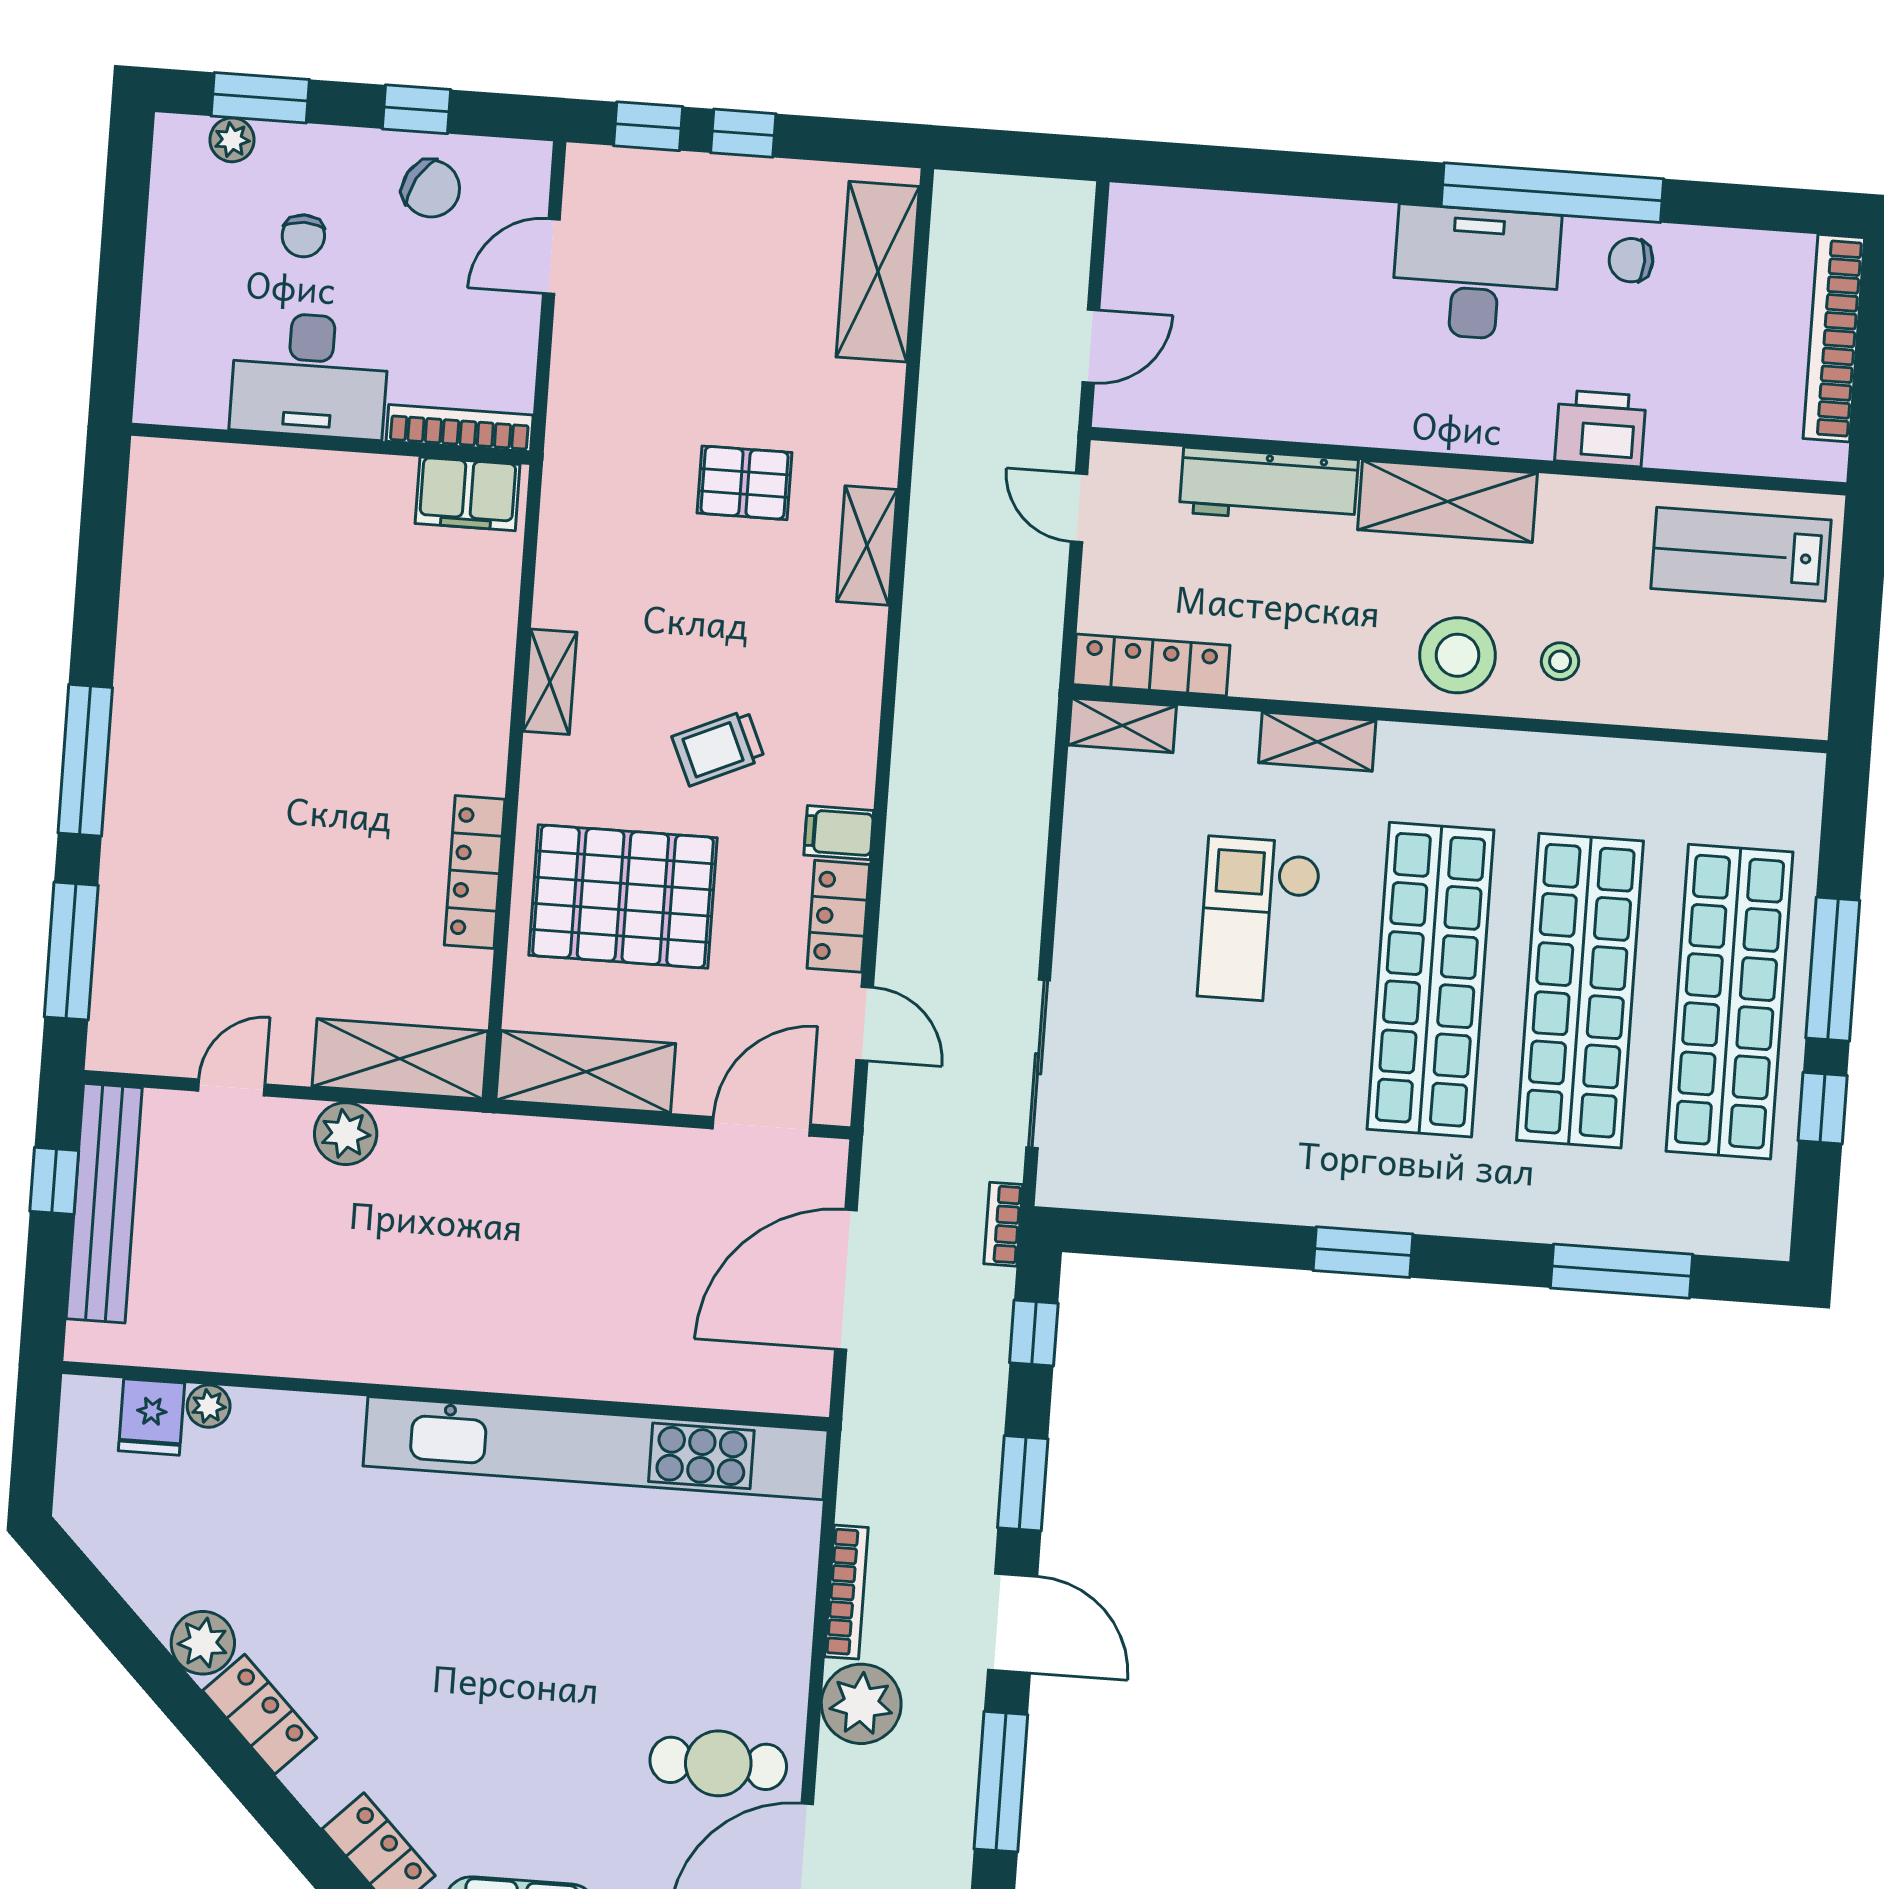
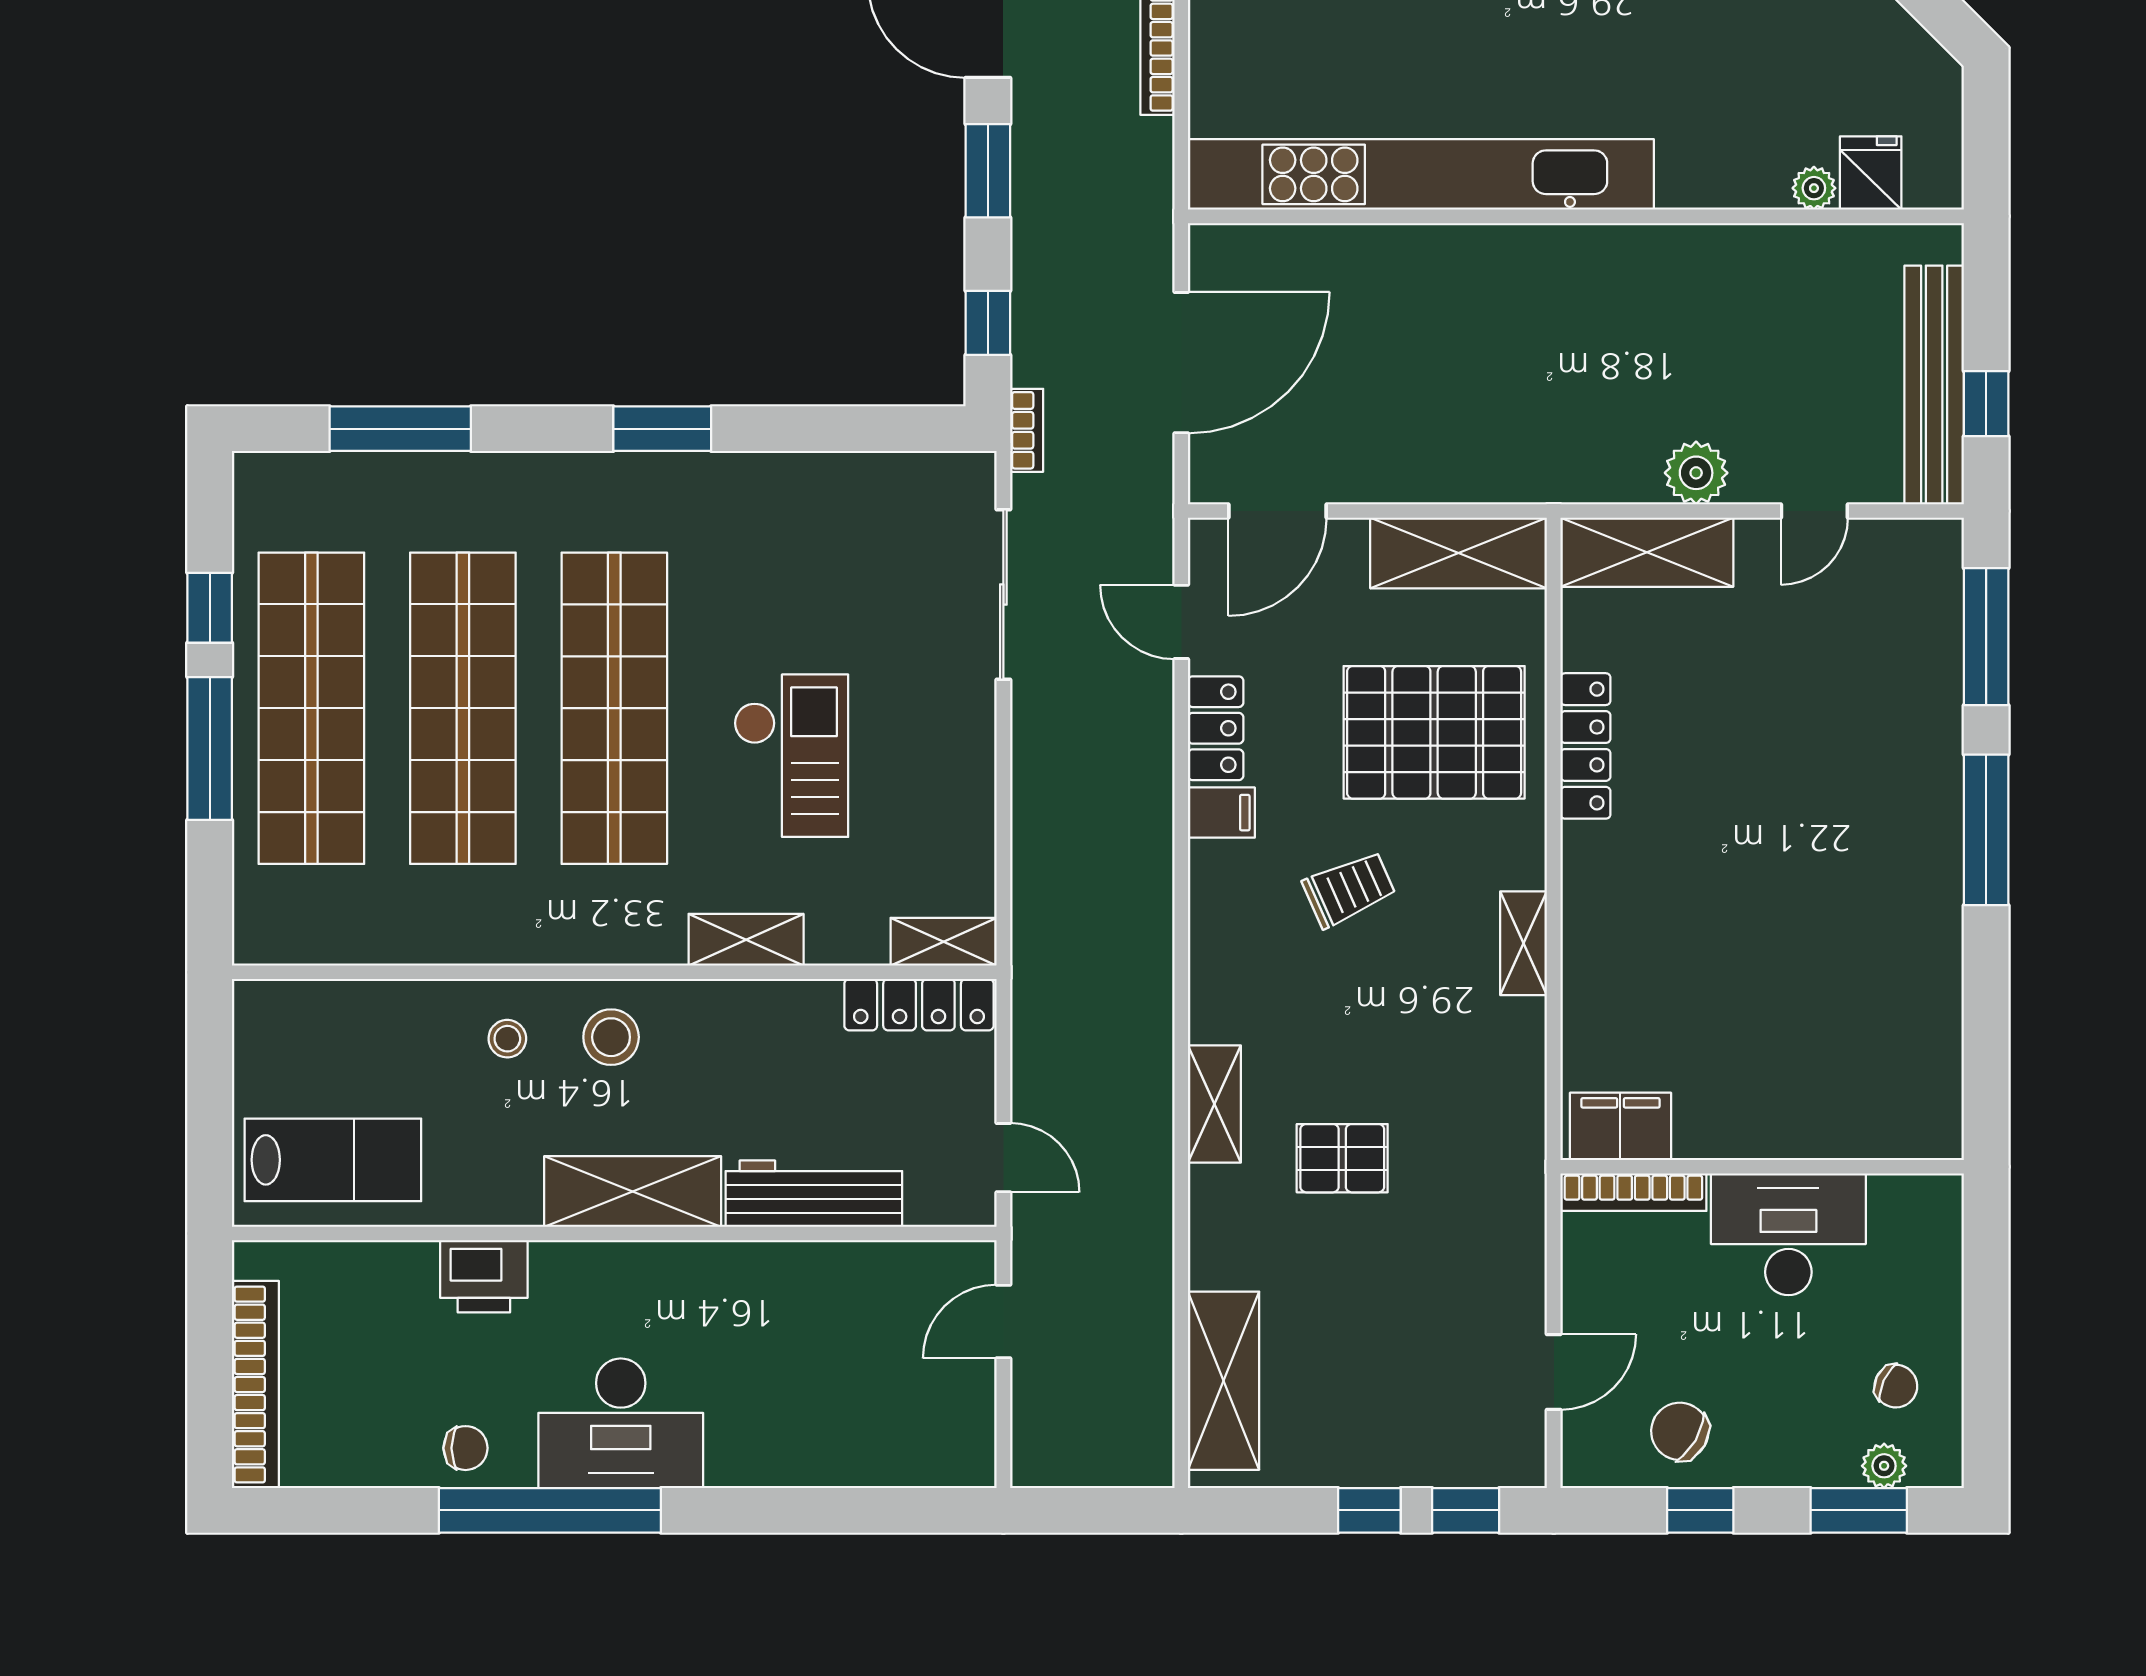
chair: (303, 236) -> (1896, 1386), moved, turned 115
stool: (1458, 655) -> (611, 1037), width x0.73, depth x0.73

